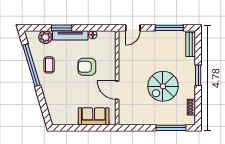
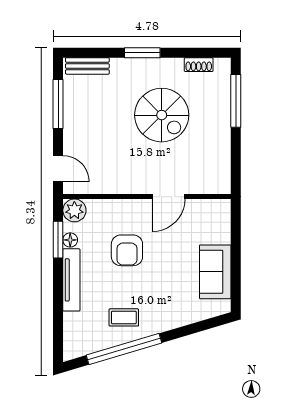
window: (62, 28) -> (58, 240), moved
plant: (45, 37) -> (74, 210), moved
sofa: (94, 116) -> (215, 272), moved

